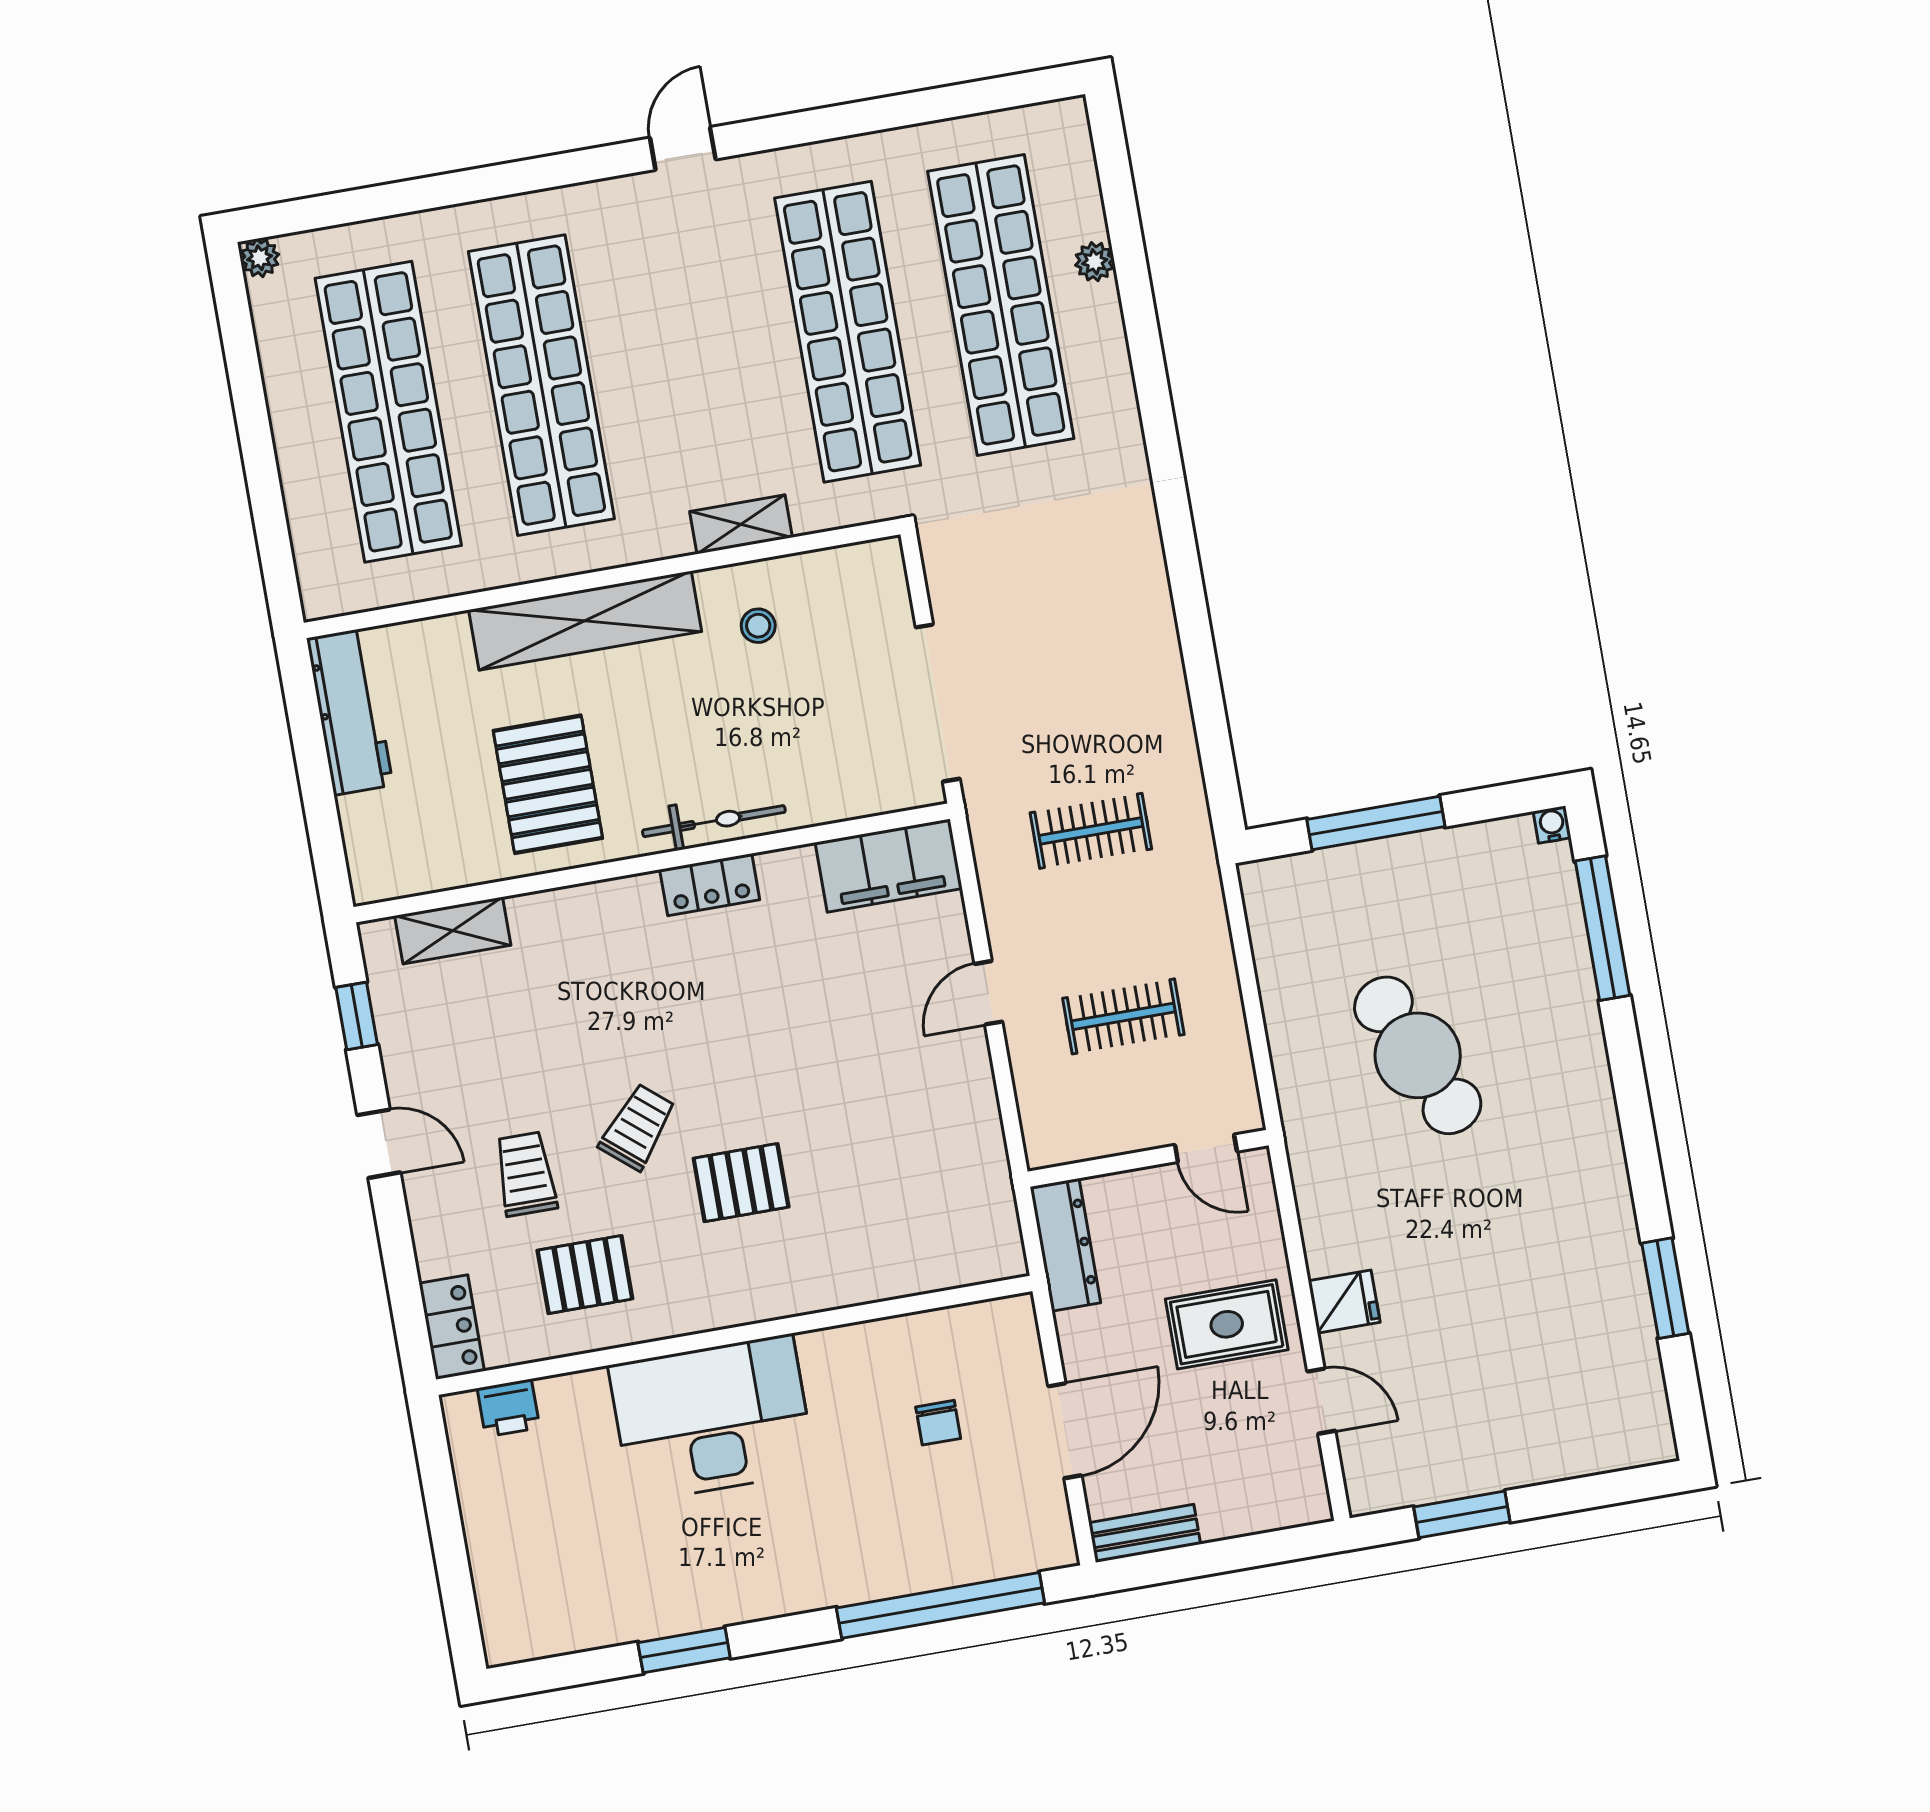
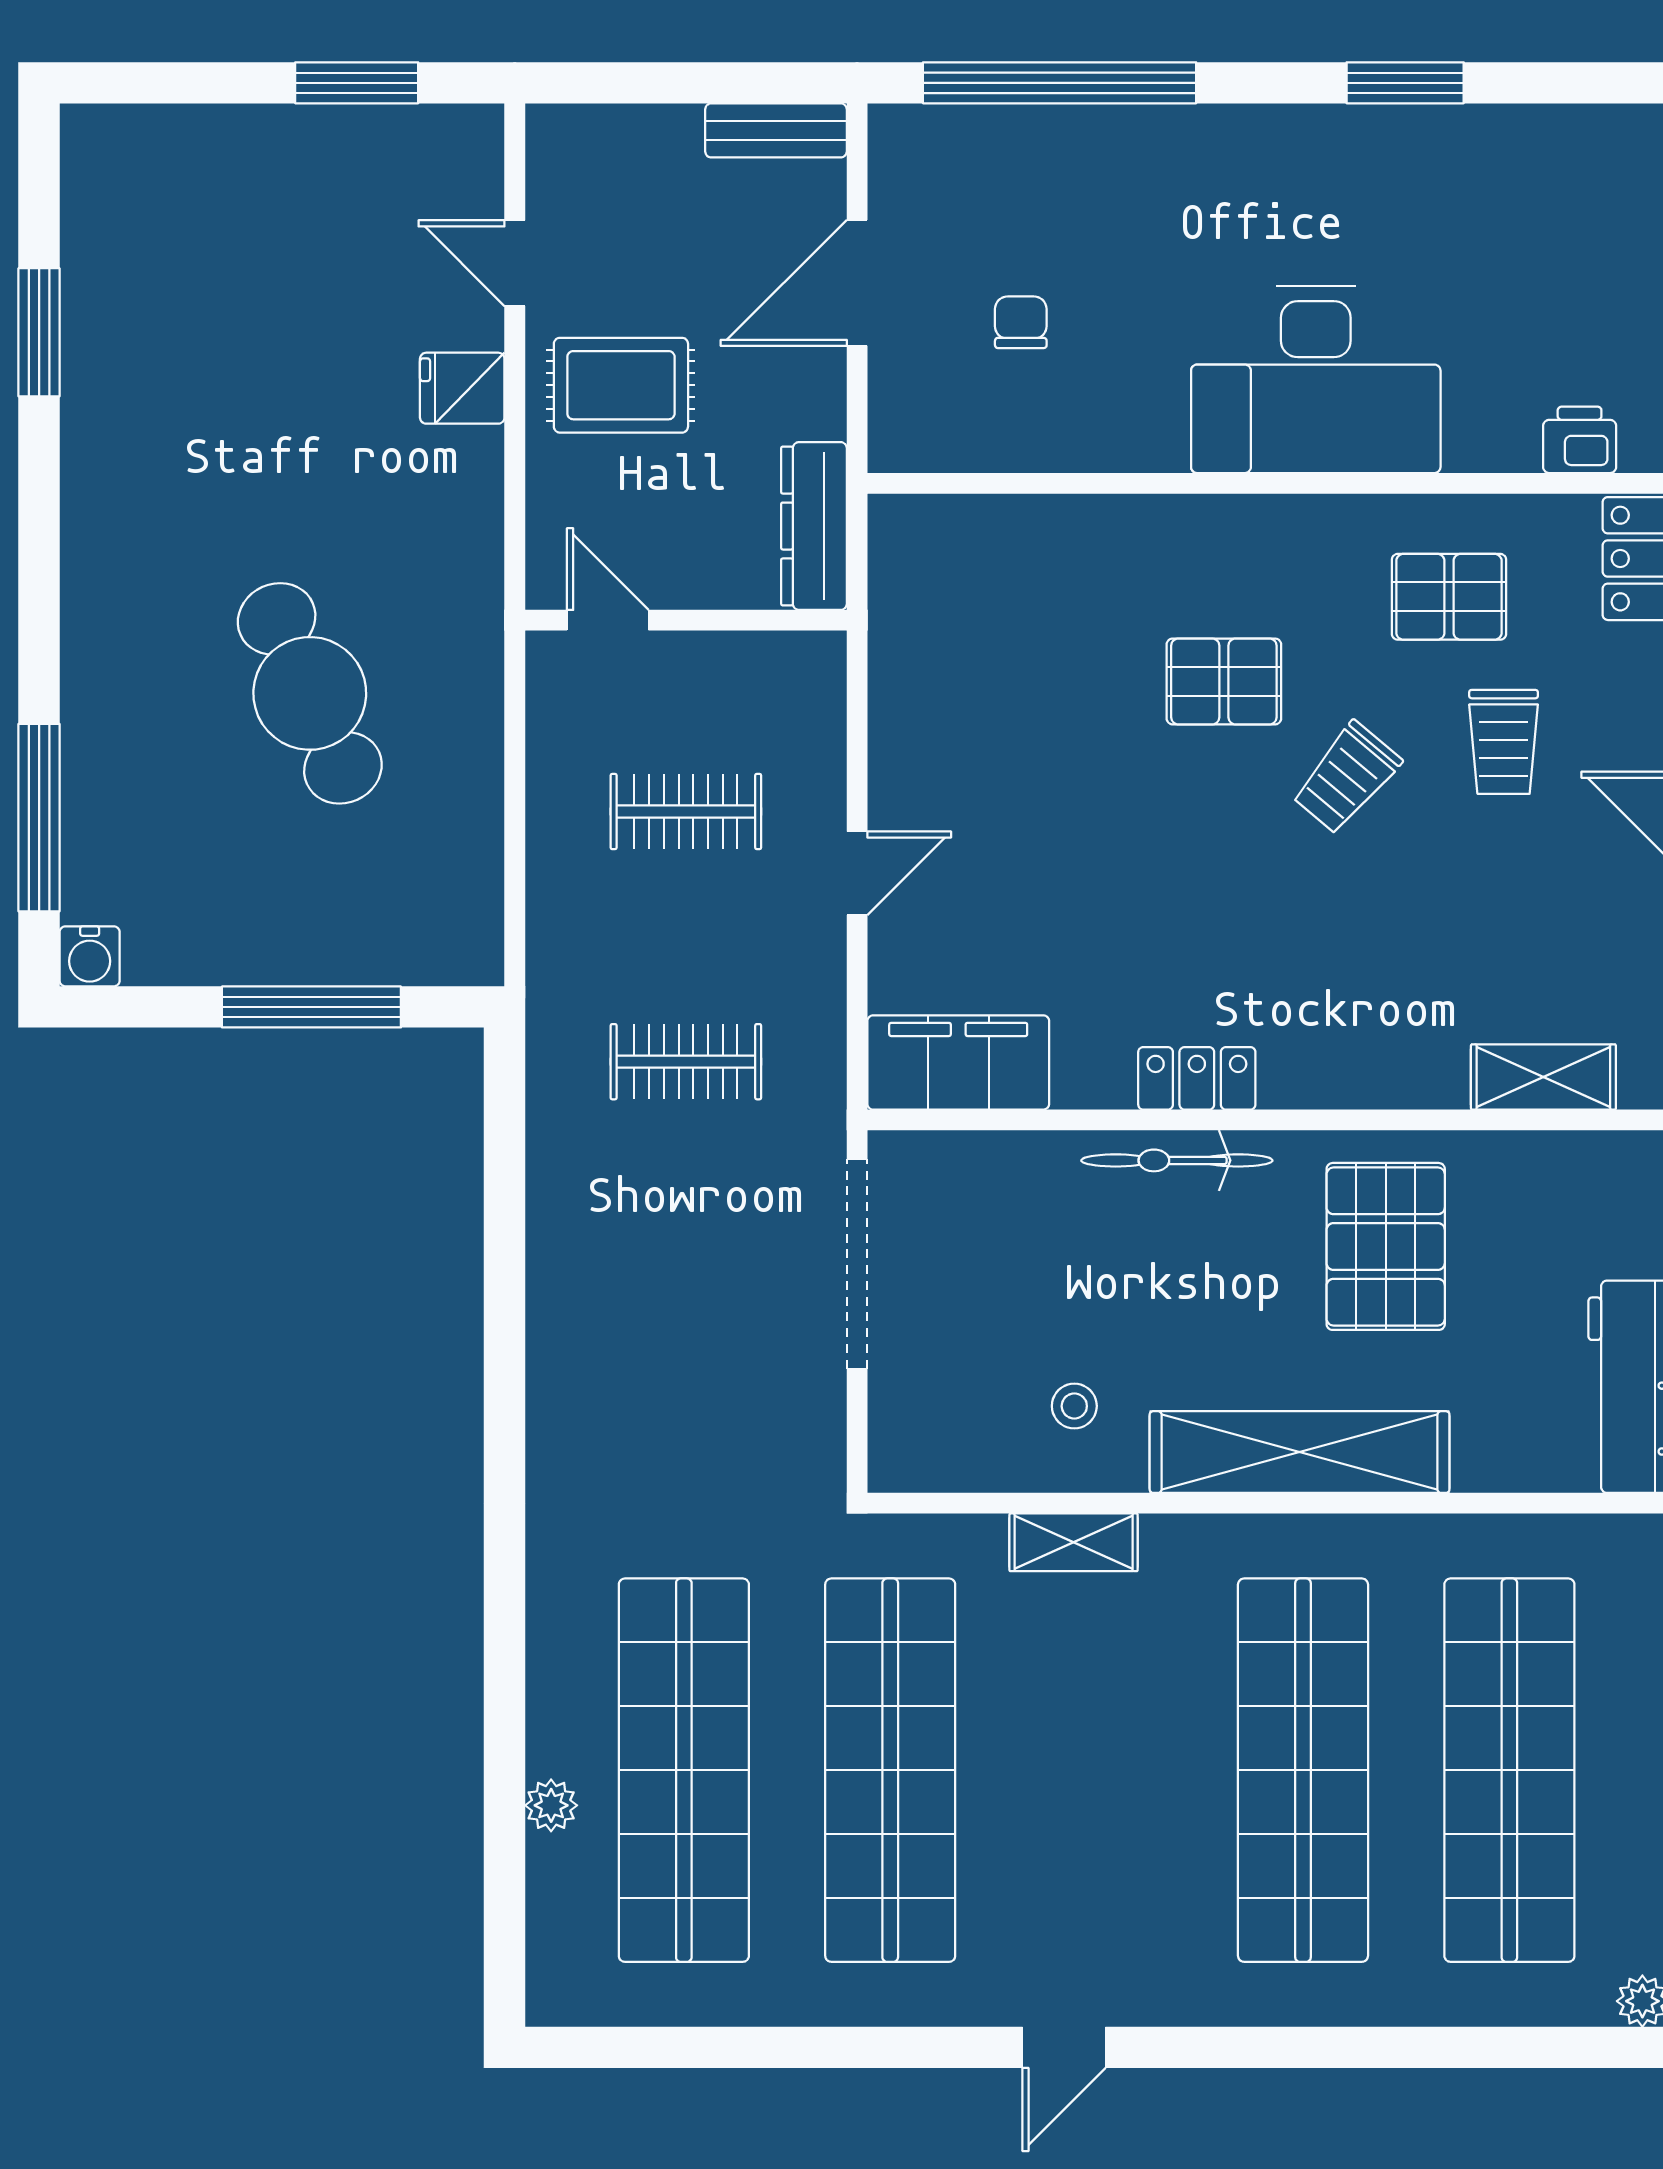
water cooler: (1552, 825) -> (90, 956), width x1.38, depth x1.38

